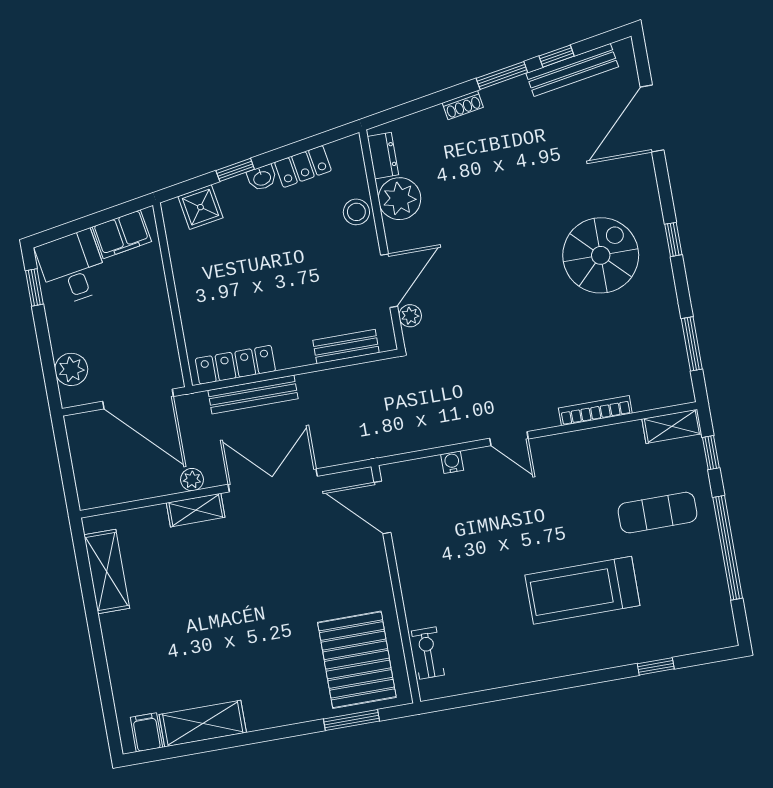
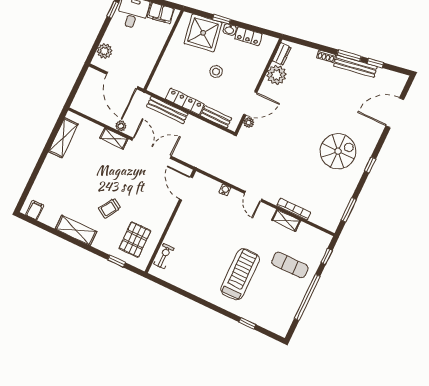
bench: (572, 70) -> (355, 66), moved
shower: (200, 207) -> (203, 33), width x1.86, depth x1.86
stool: (356, 212) -> (216, 72), moved
locker: (235, 365) -> (185, 101), moved
shelving: (672, 426) -> (286, 220), moved
treadmill: (582, 590) -> (240, 274), turned 90
trolley: (274, 637) -> (110, 208), added
pallet: (357, 660) -> (135, 240), width x0.73, depth x0.71
window: (352, 720) -> (117, 261), width x0.67
shelving: (203, 724) -> (76, 230), moved

